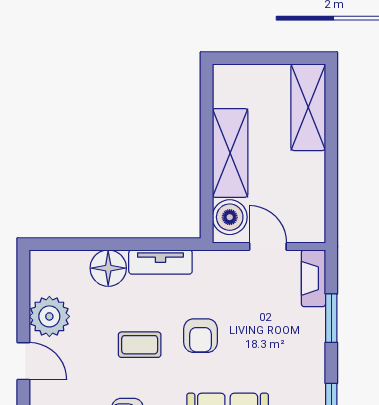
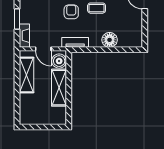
shelving: (308, 107) -> (26, 75), moved
tv unit: (160, 262) -> (75, 42), moved
plant: (49, 316) -> (134, 20), removed

